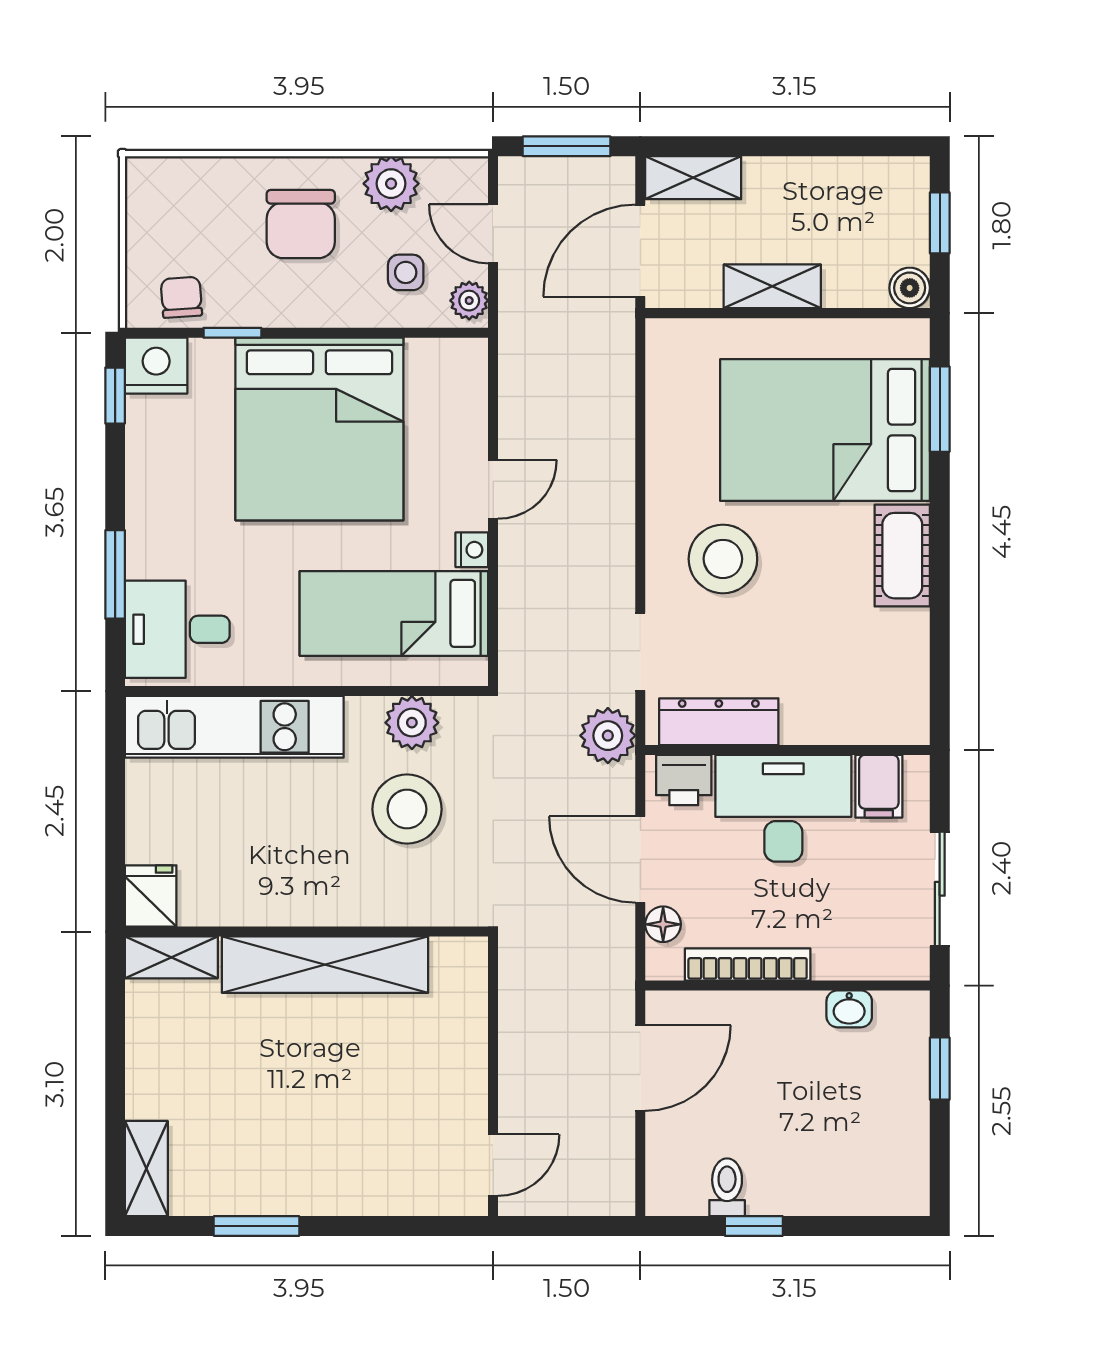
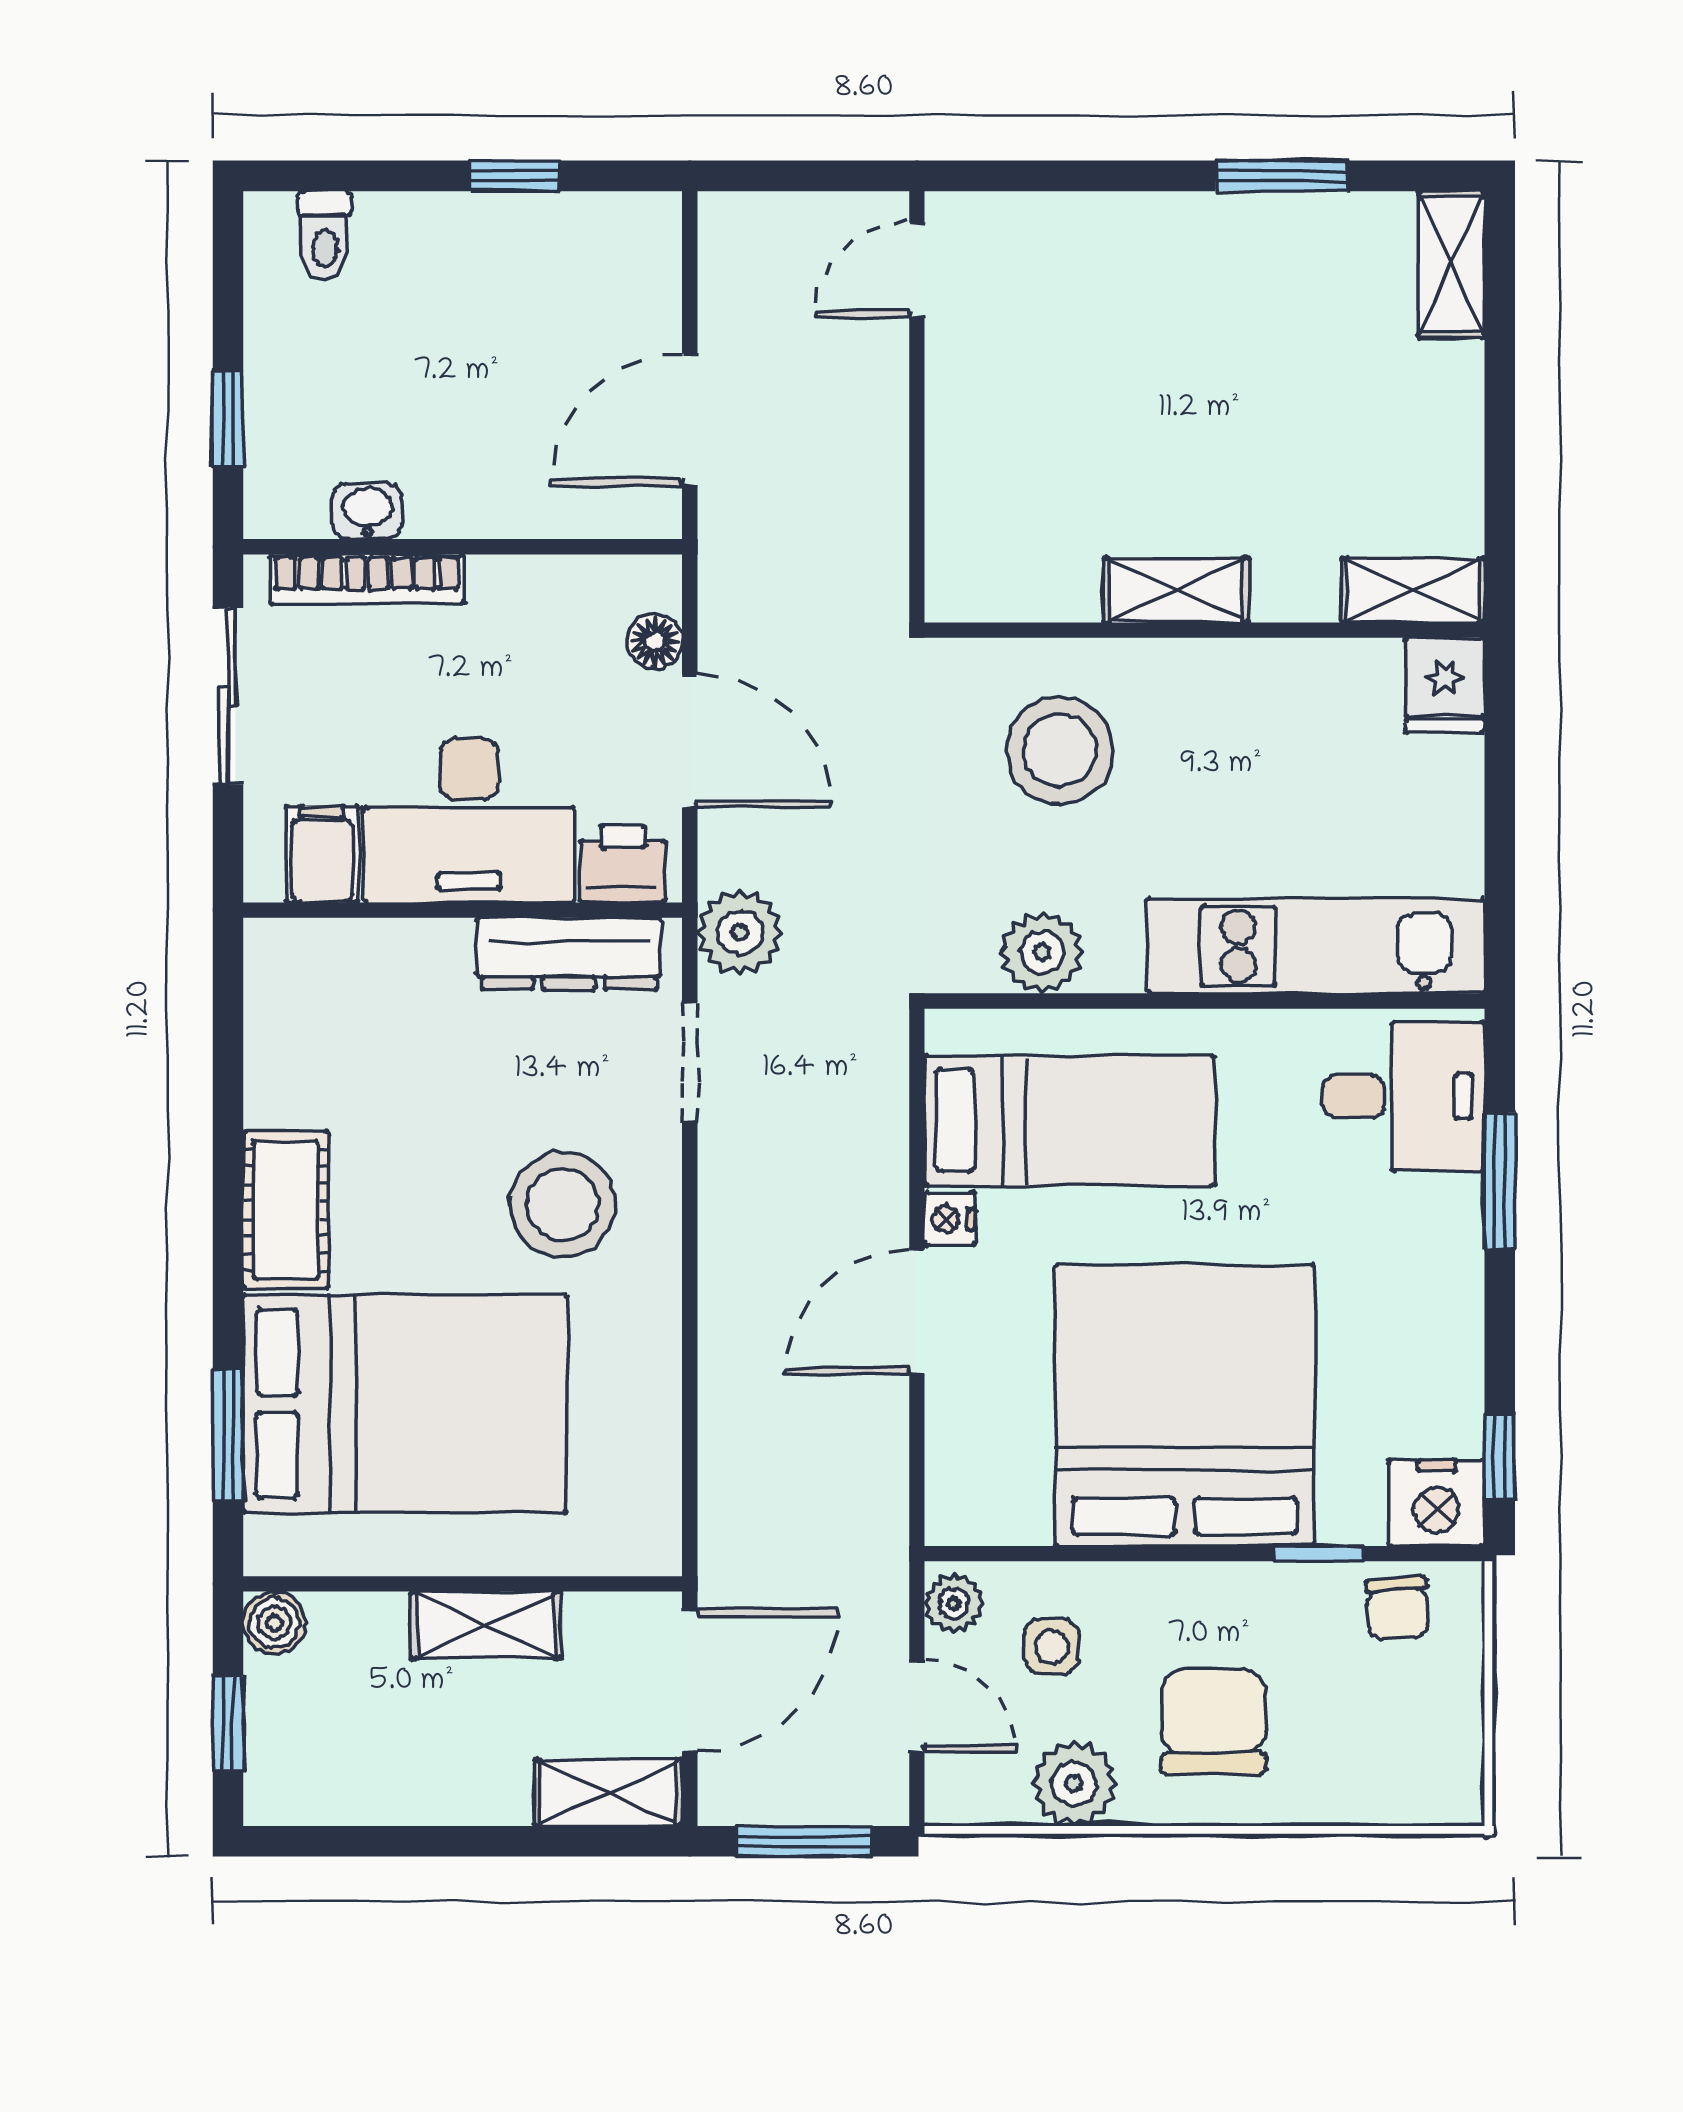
door: (493, 489) -> (917, 1312), width x1.38
stool: (407, 809) -> (1060, 750), moved
shelving: (325, 965) -> (1176, 590), width x0.45, depth x0.75
bookcase: (748, 965) -> (367, 579), moved
toilet: (727, 1187) -> (325, 236), moved

